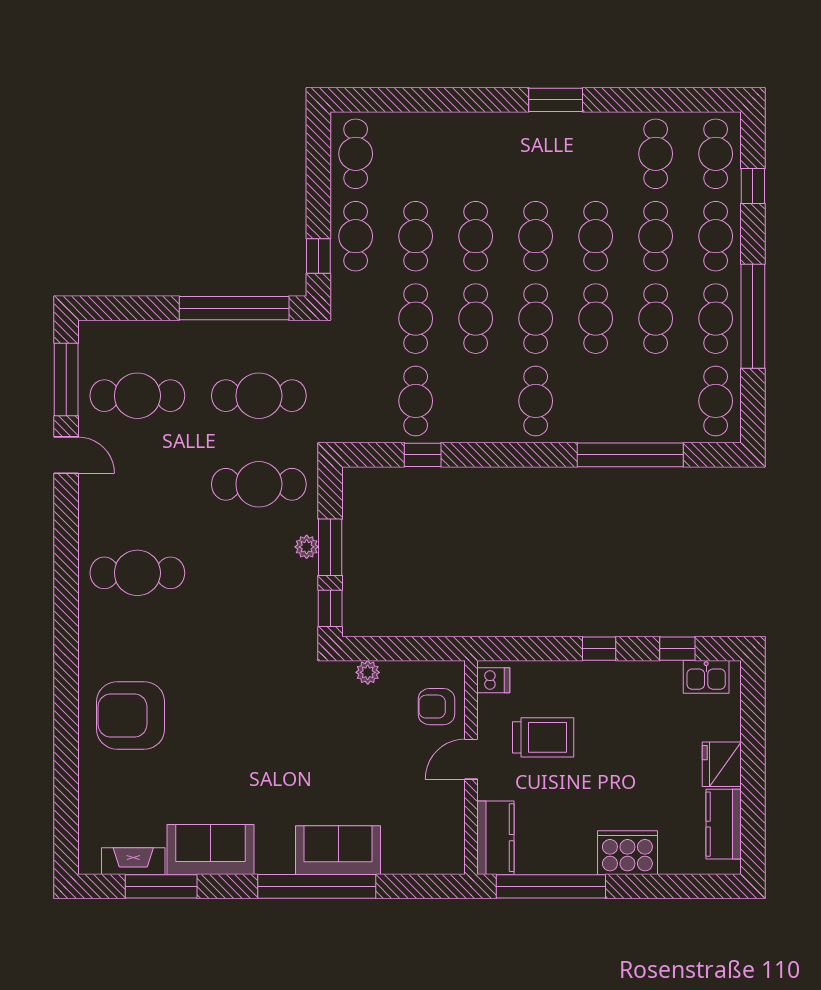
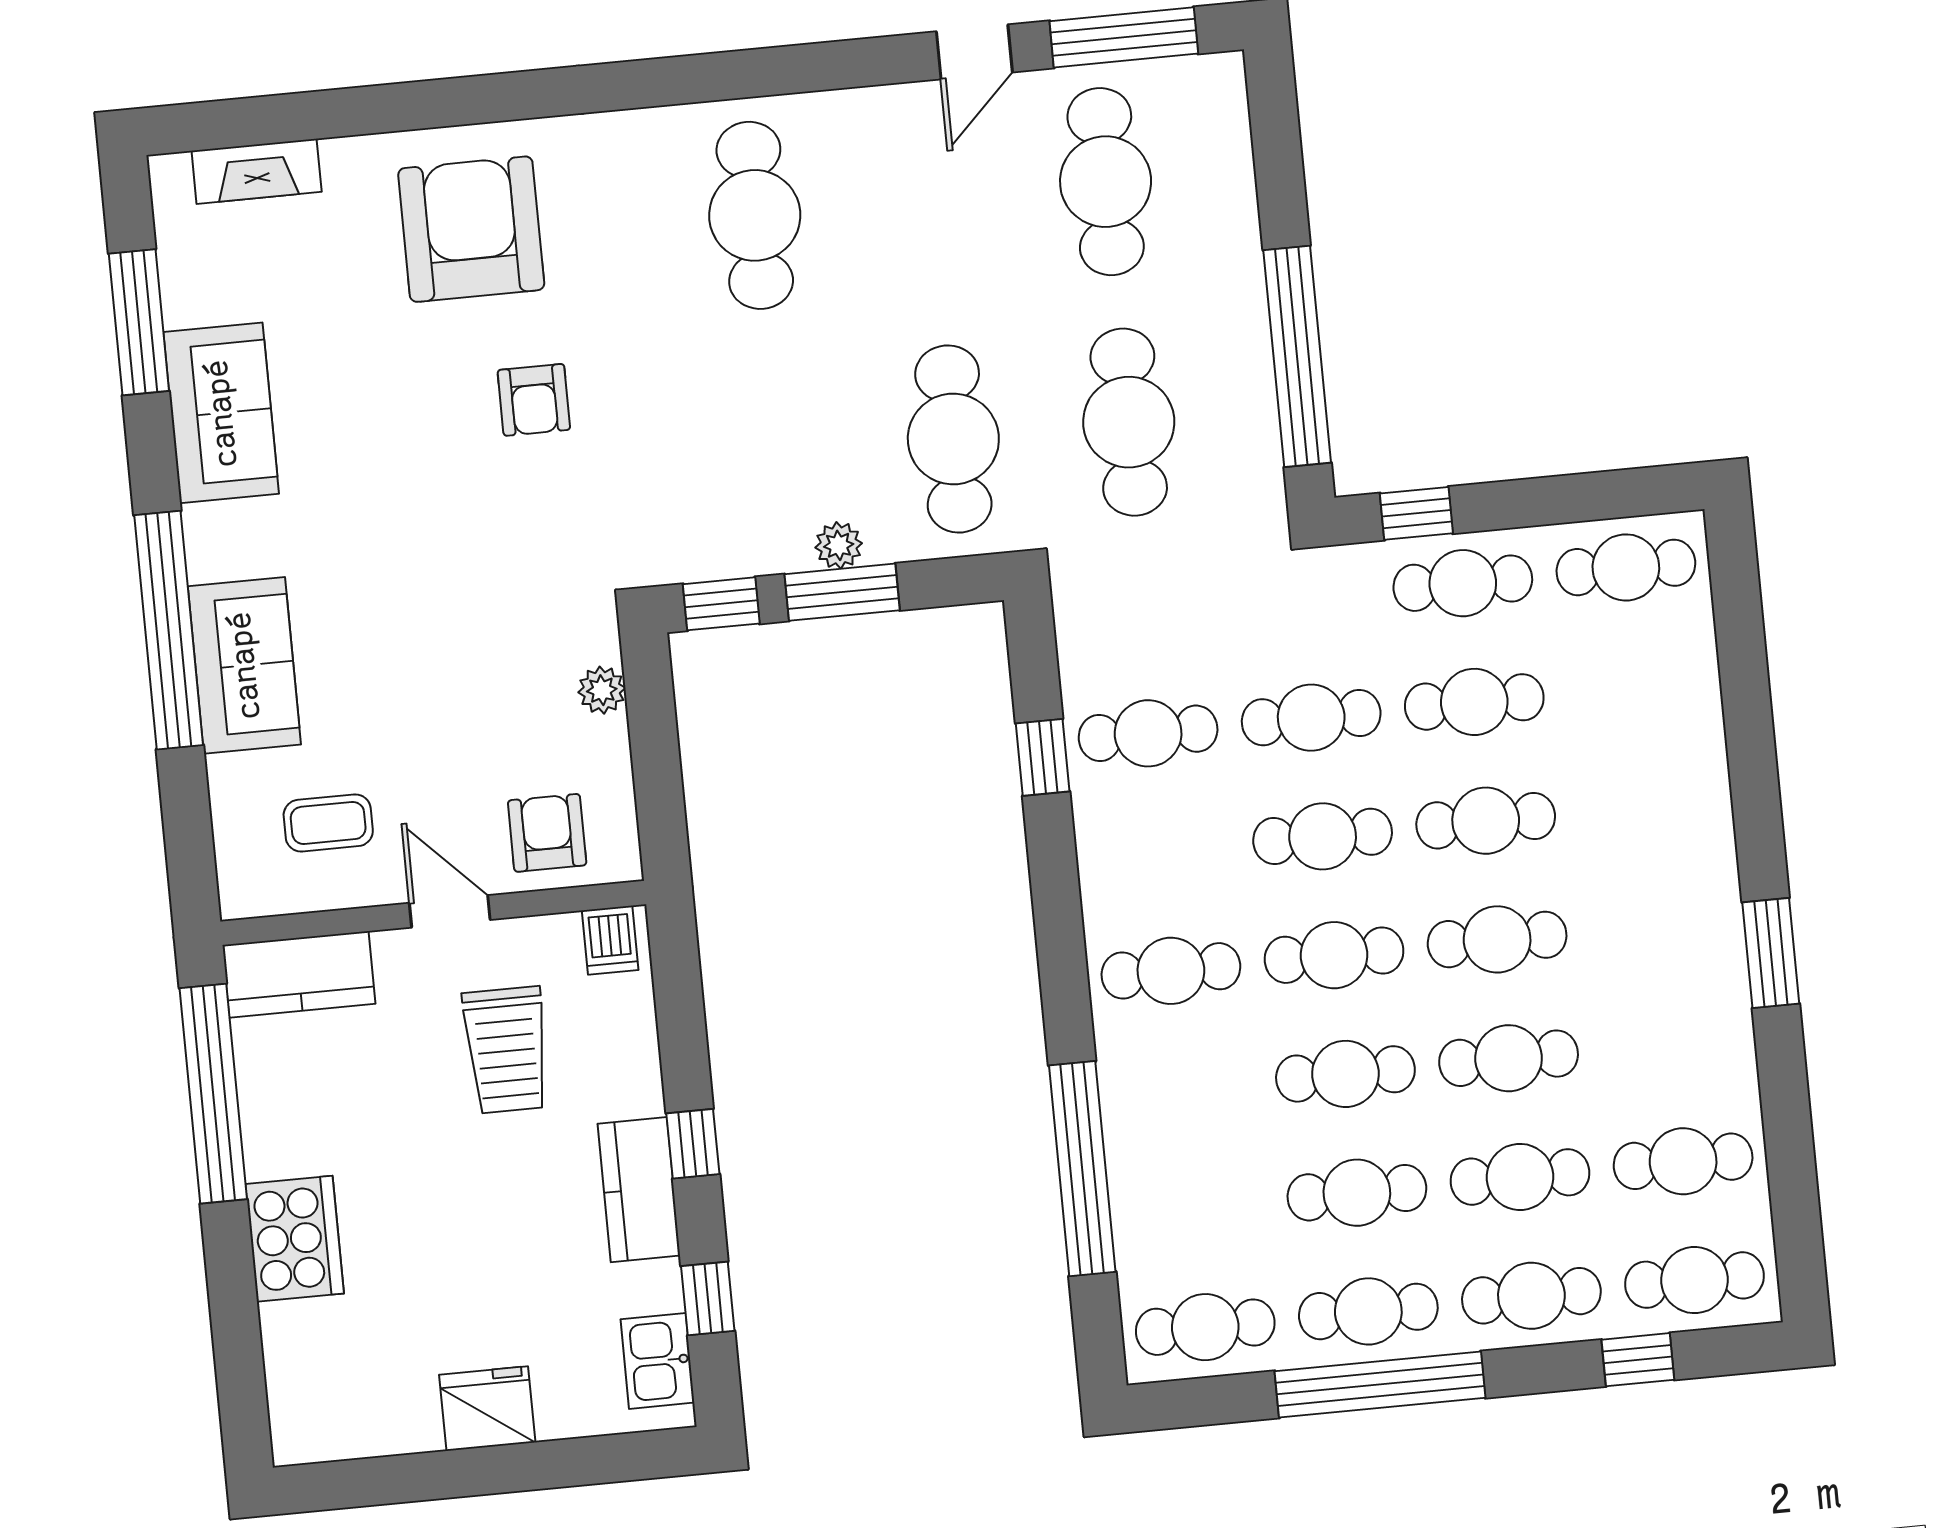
armchair: (219, 692) -> (534, 400), added
coffee table: (421, 816) -> (328, 823), added
kitchen counter: (724, 824) -> (639, 1190), moved, turned -90
fireplace: (133, 861) -> (257, 171), moved, turned 90

